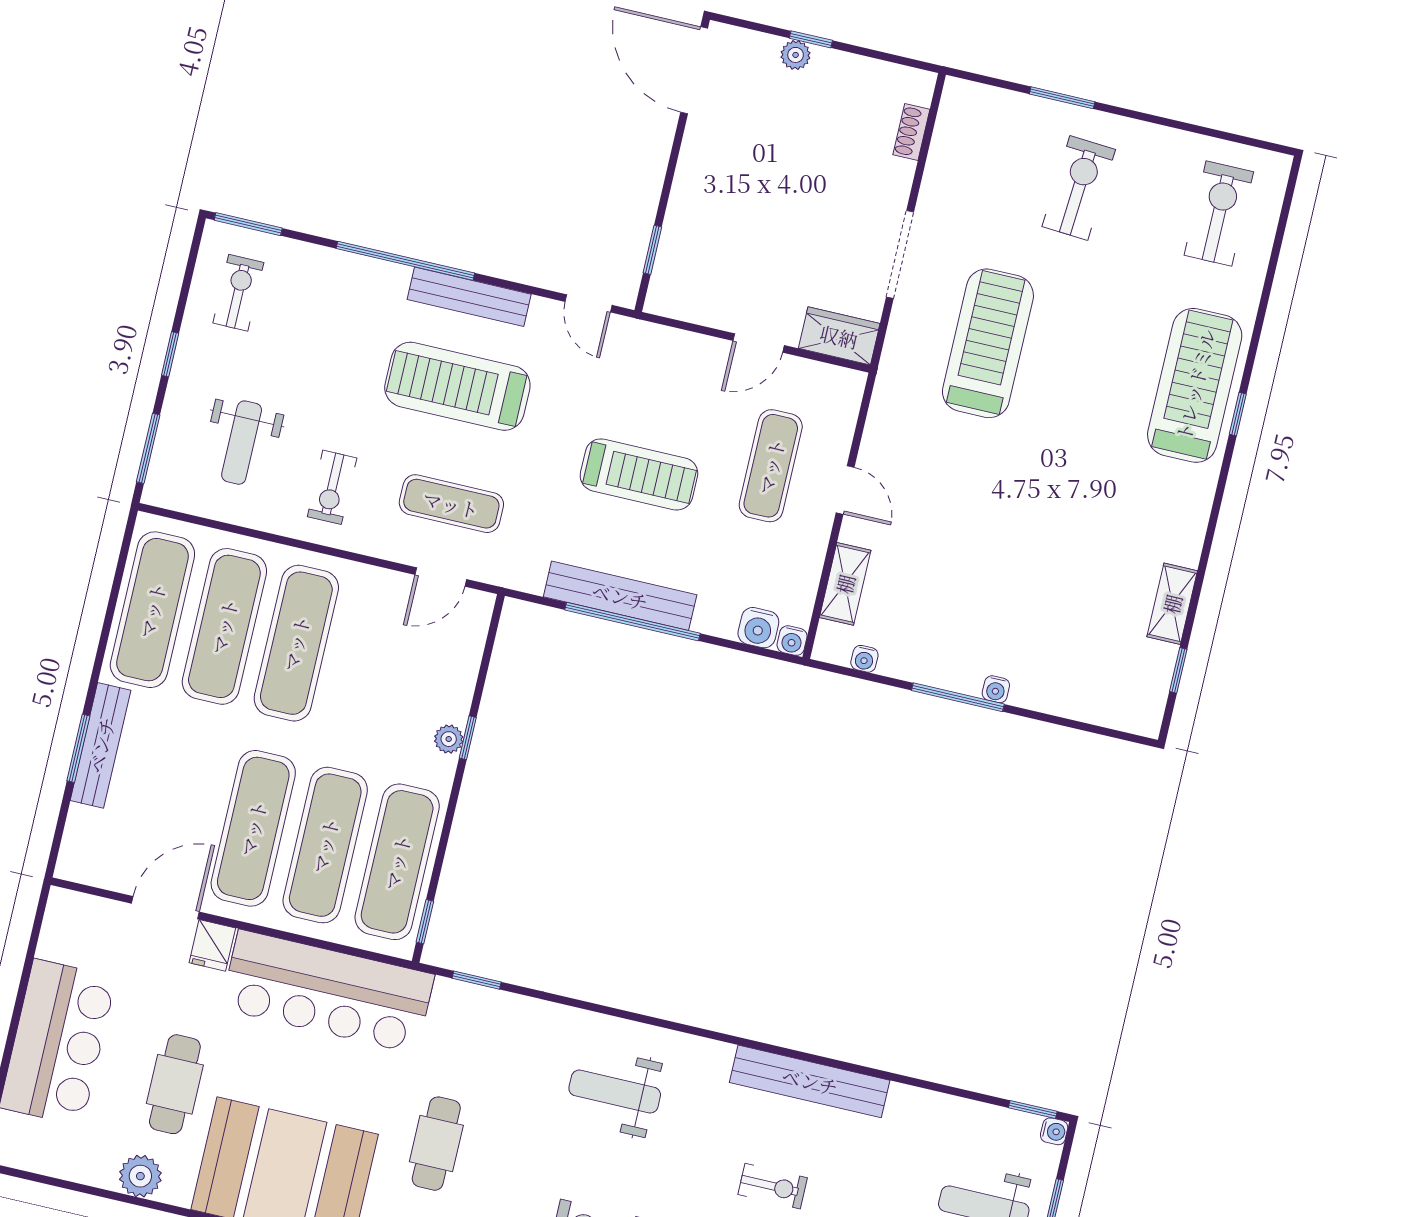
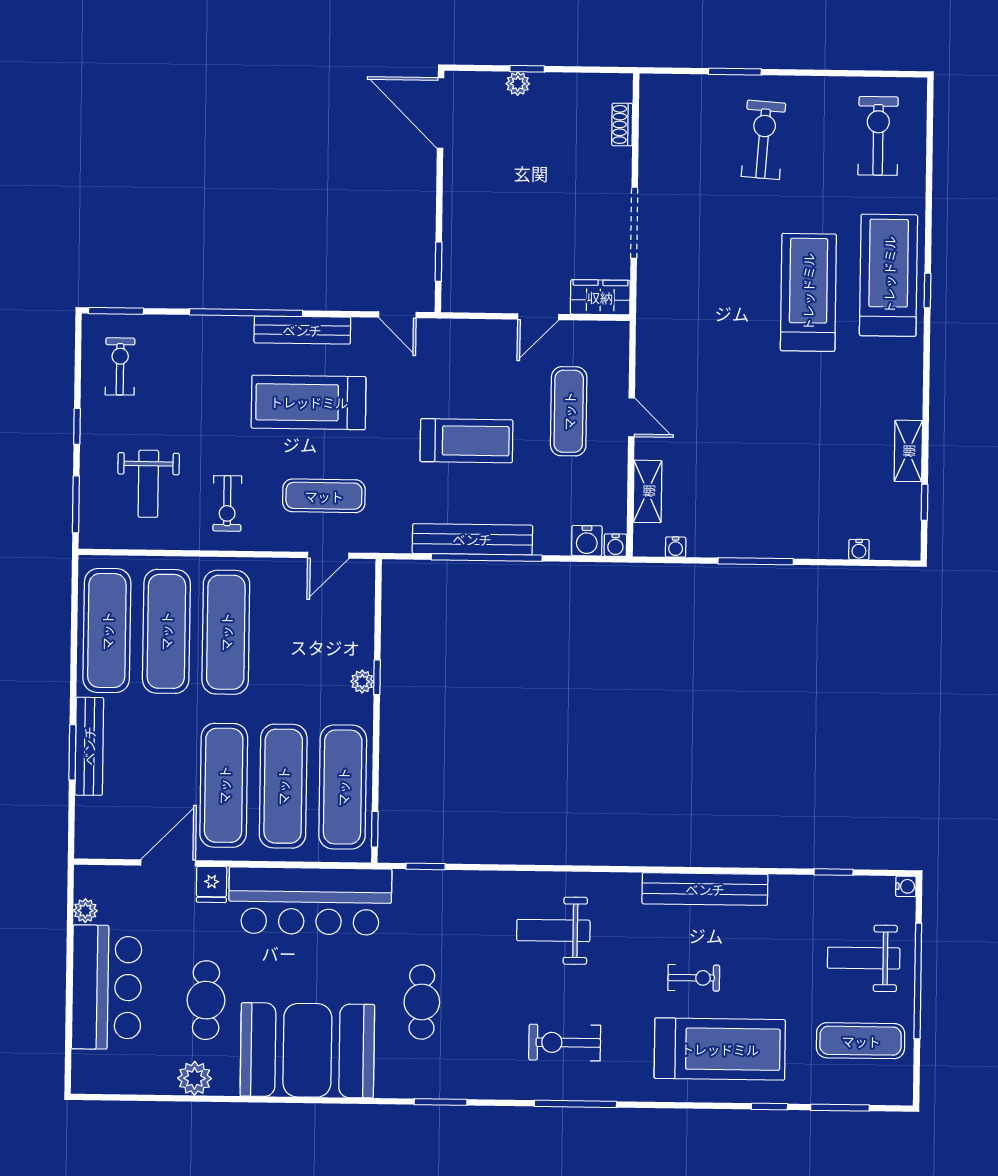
treadmill: (988, 343) -> (808, 292), moved
water cooler: (996, 689) -> (859, 550), moved
plant: (52, 944) -> (85, 911), added
window: (1033, 1109) -> (834, 872), moved

